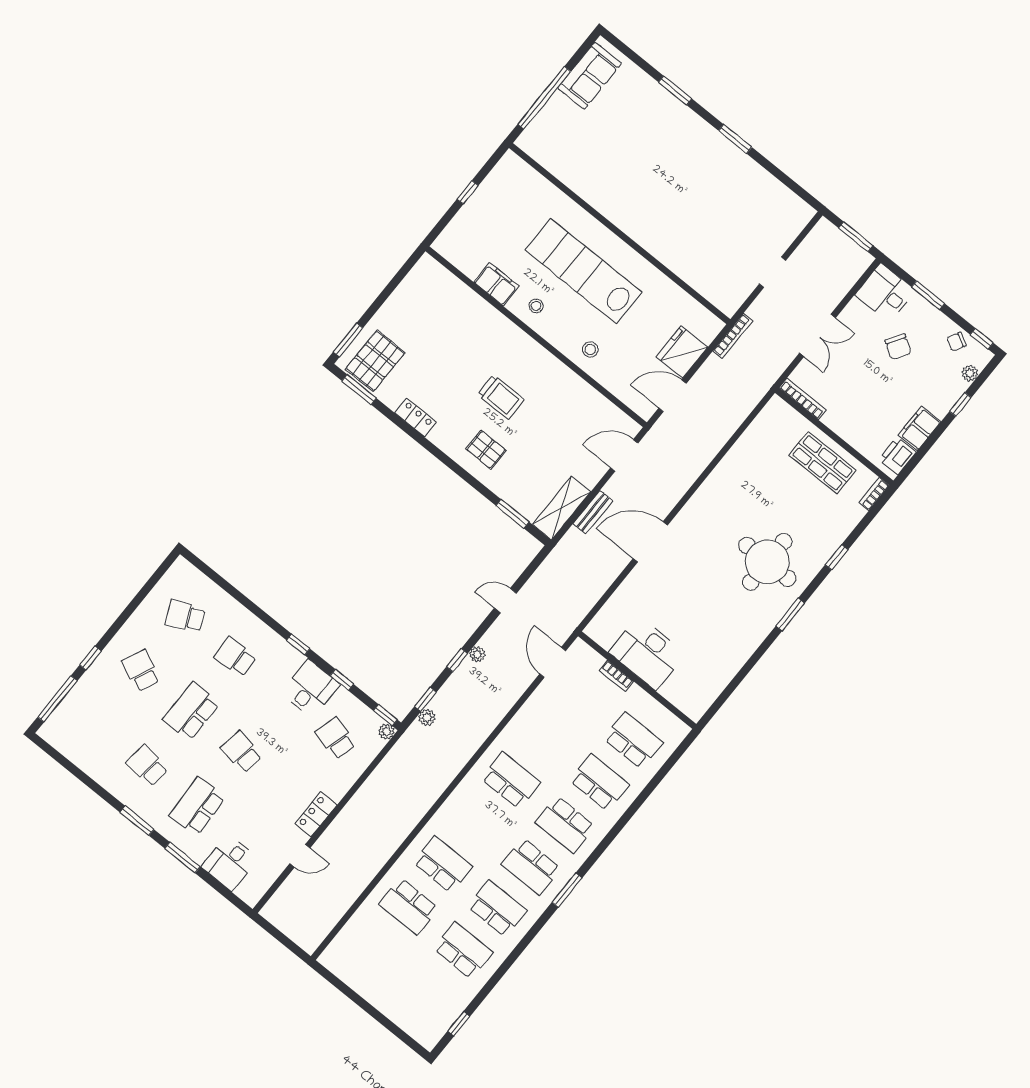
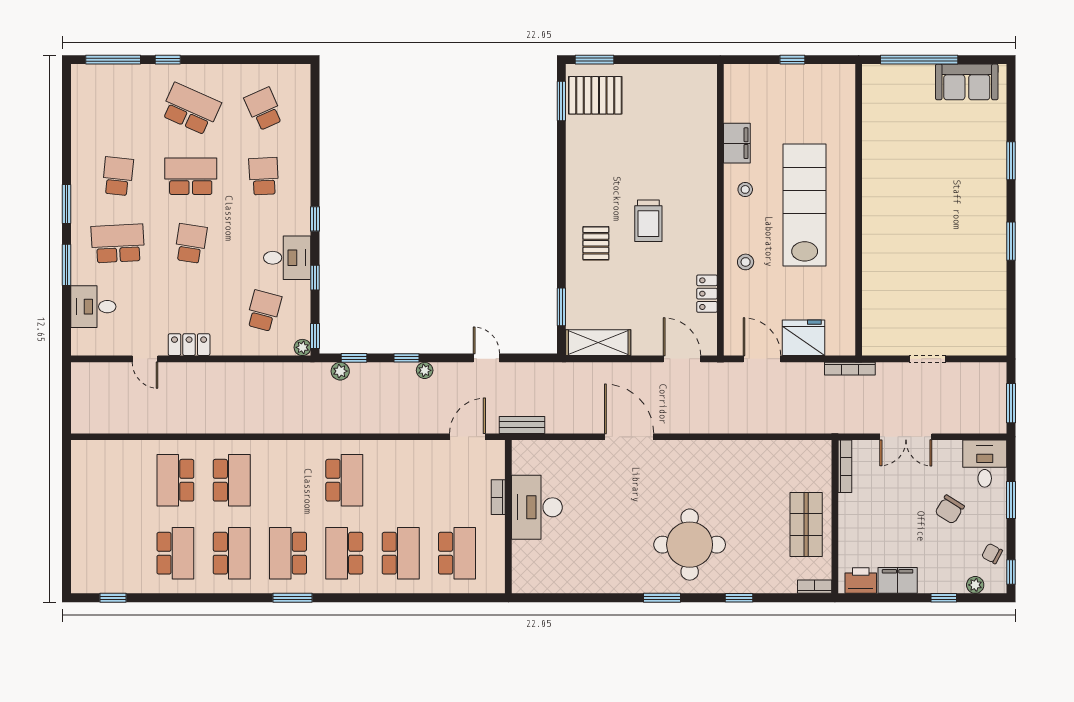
locker: (415, 417) -> (707, 294), moved, turned 180
bench: (593, 512) -> (522, 425), moved
school desk: (141, 671) -> (191, 109), width x1.85

